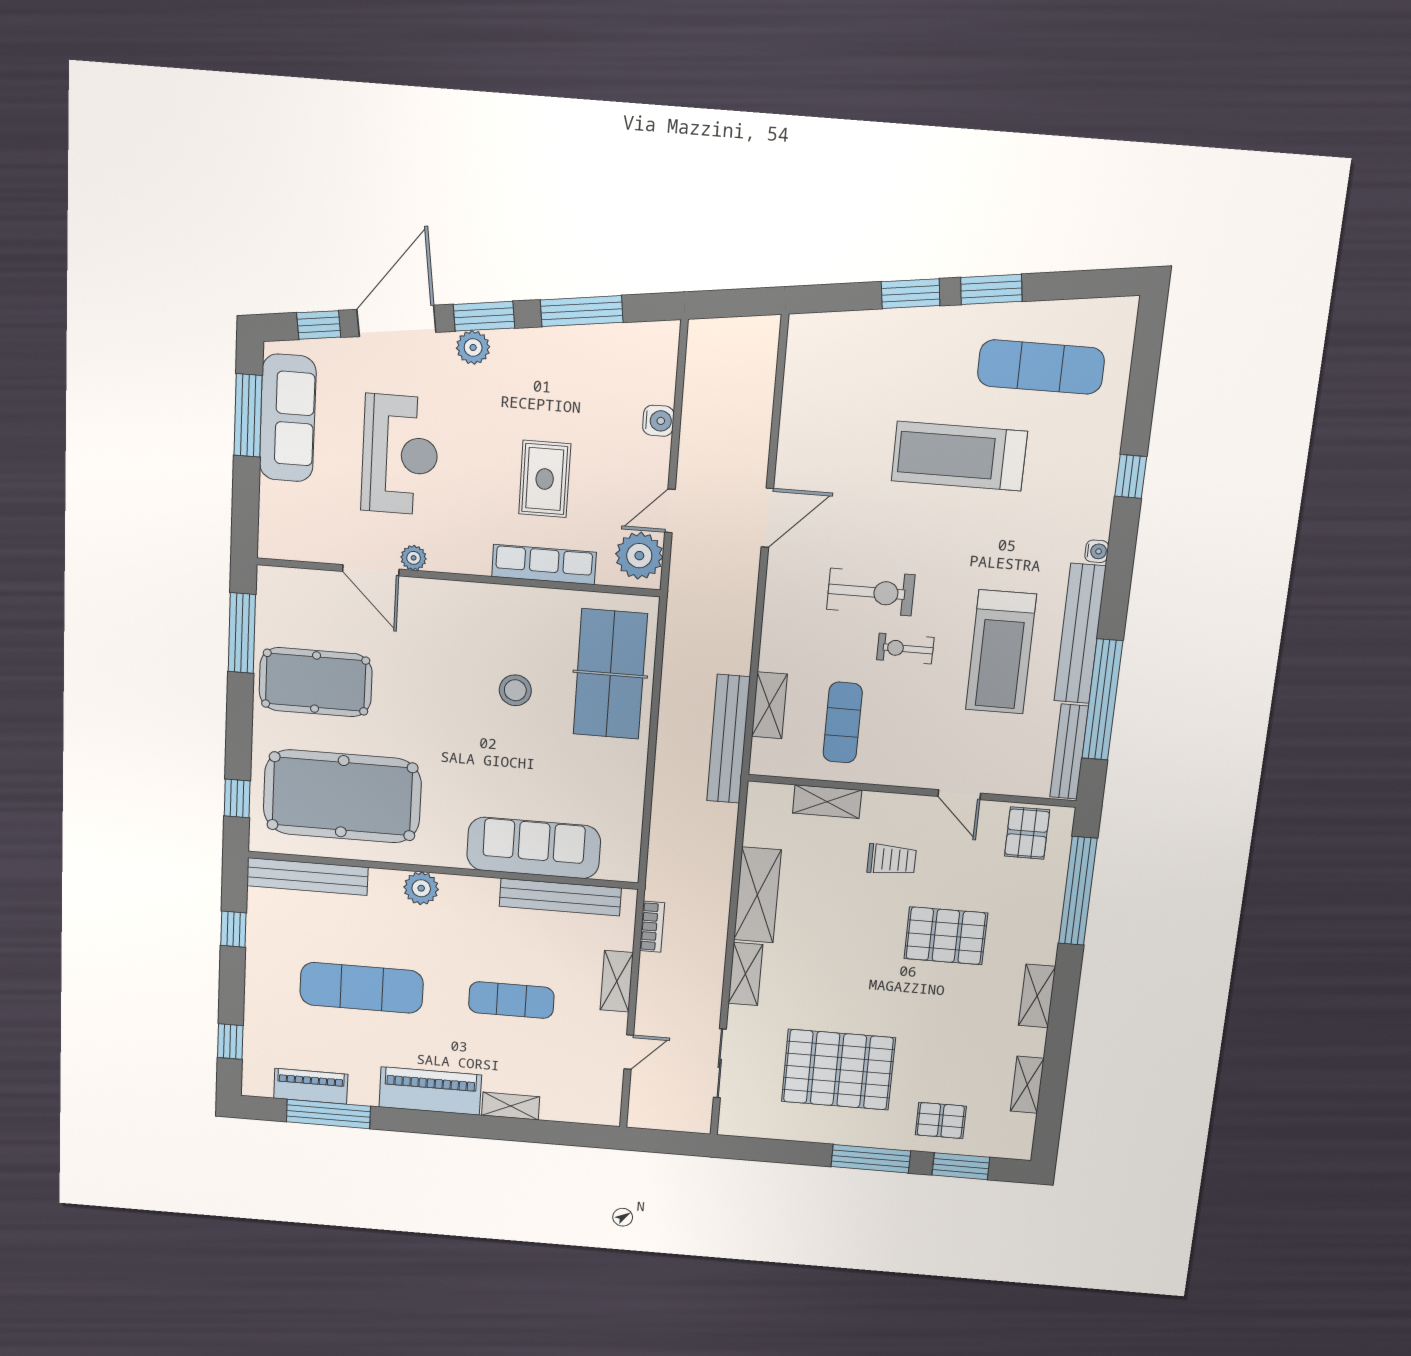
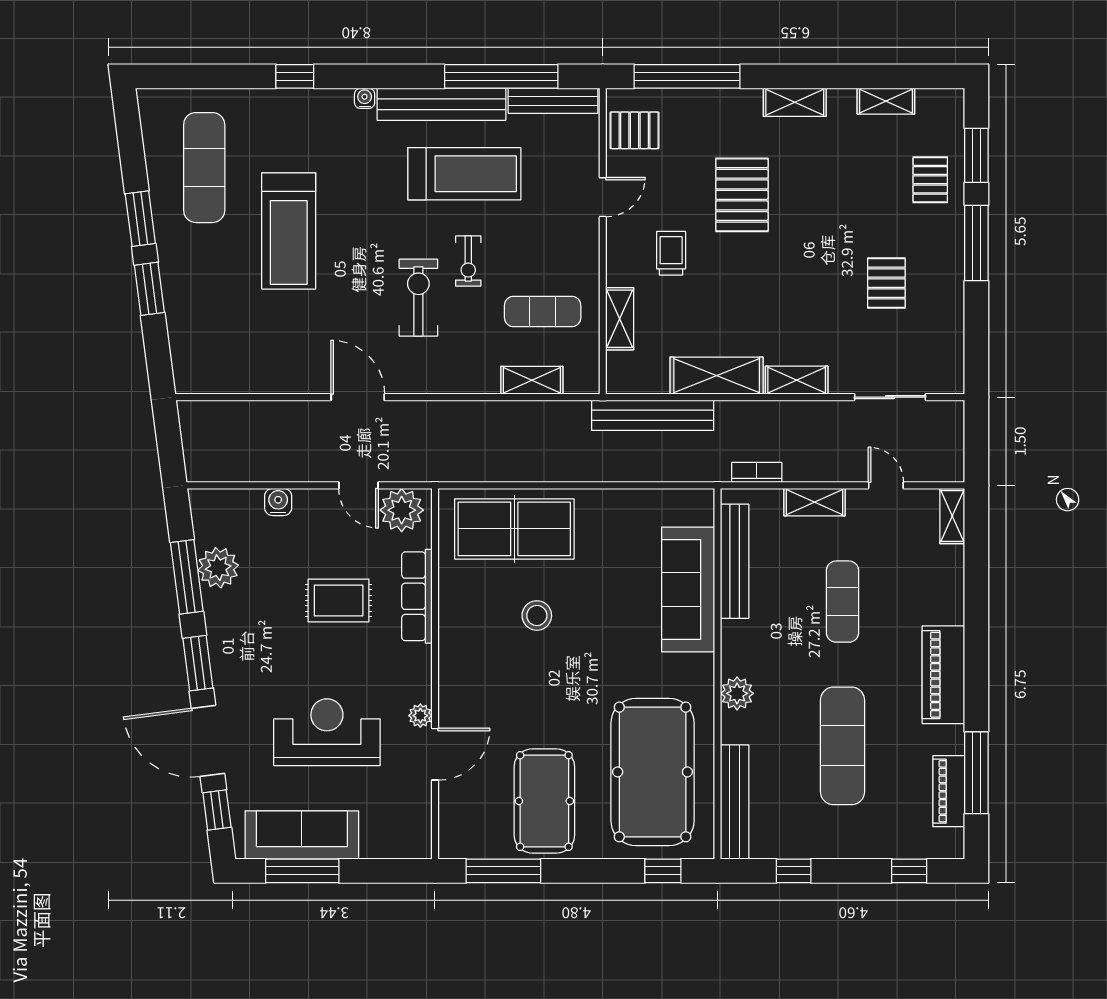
plant: (473, 347) -> (218, 568), moved, width x1.36, depth x1.36
bench: (728, 739) -> (653, 415), moved
pallet: (838, 1070) -> (886, 283), width x0.49, depth x0.50
shelving: (511, 1106) -> (952, 516), moved

